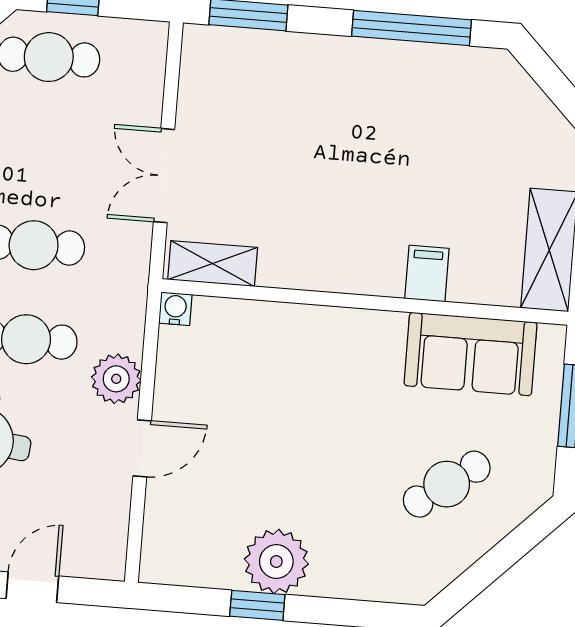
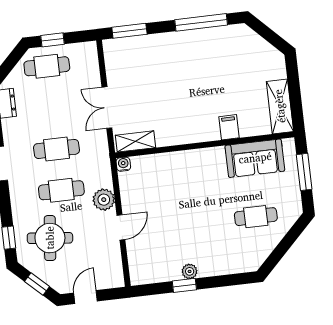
cafe table: (447, 484) -> (256, 217), turned 36
plant: (276, 561) -> (190, 271), width x0.53, depth x0.53

